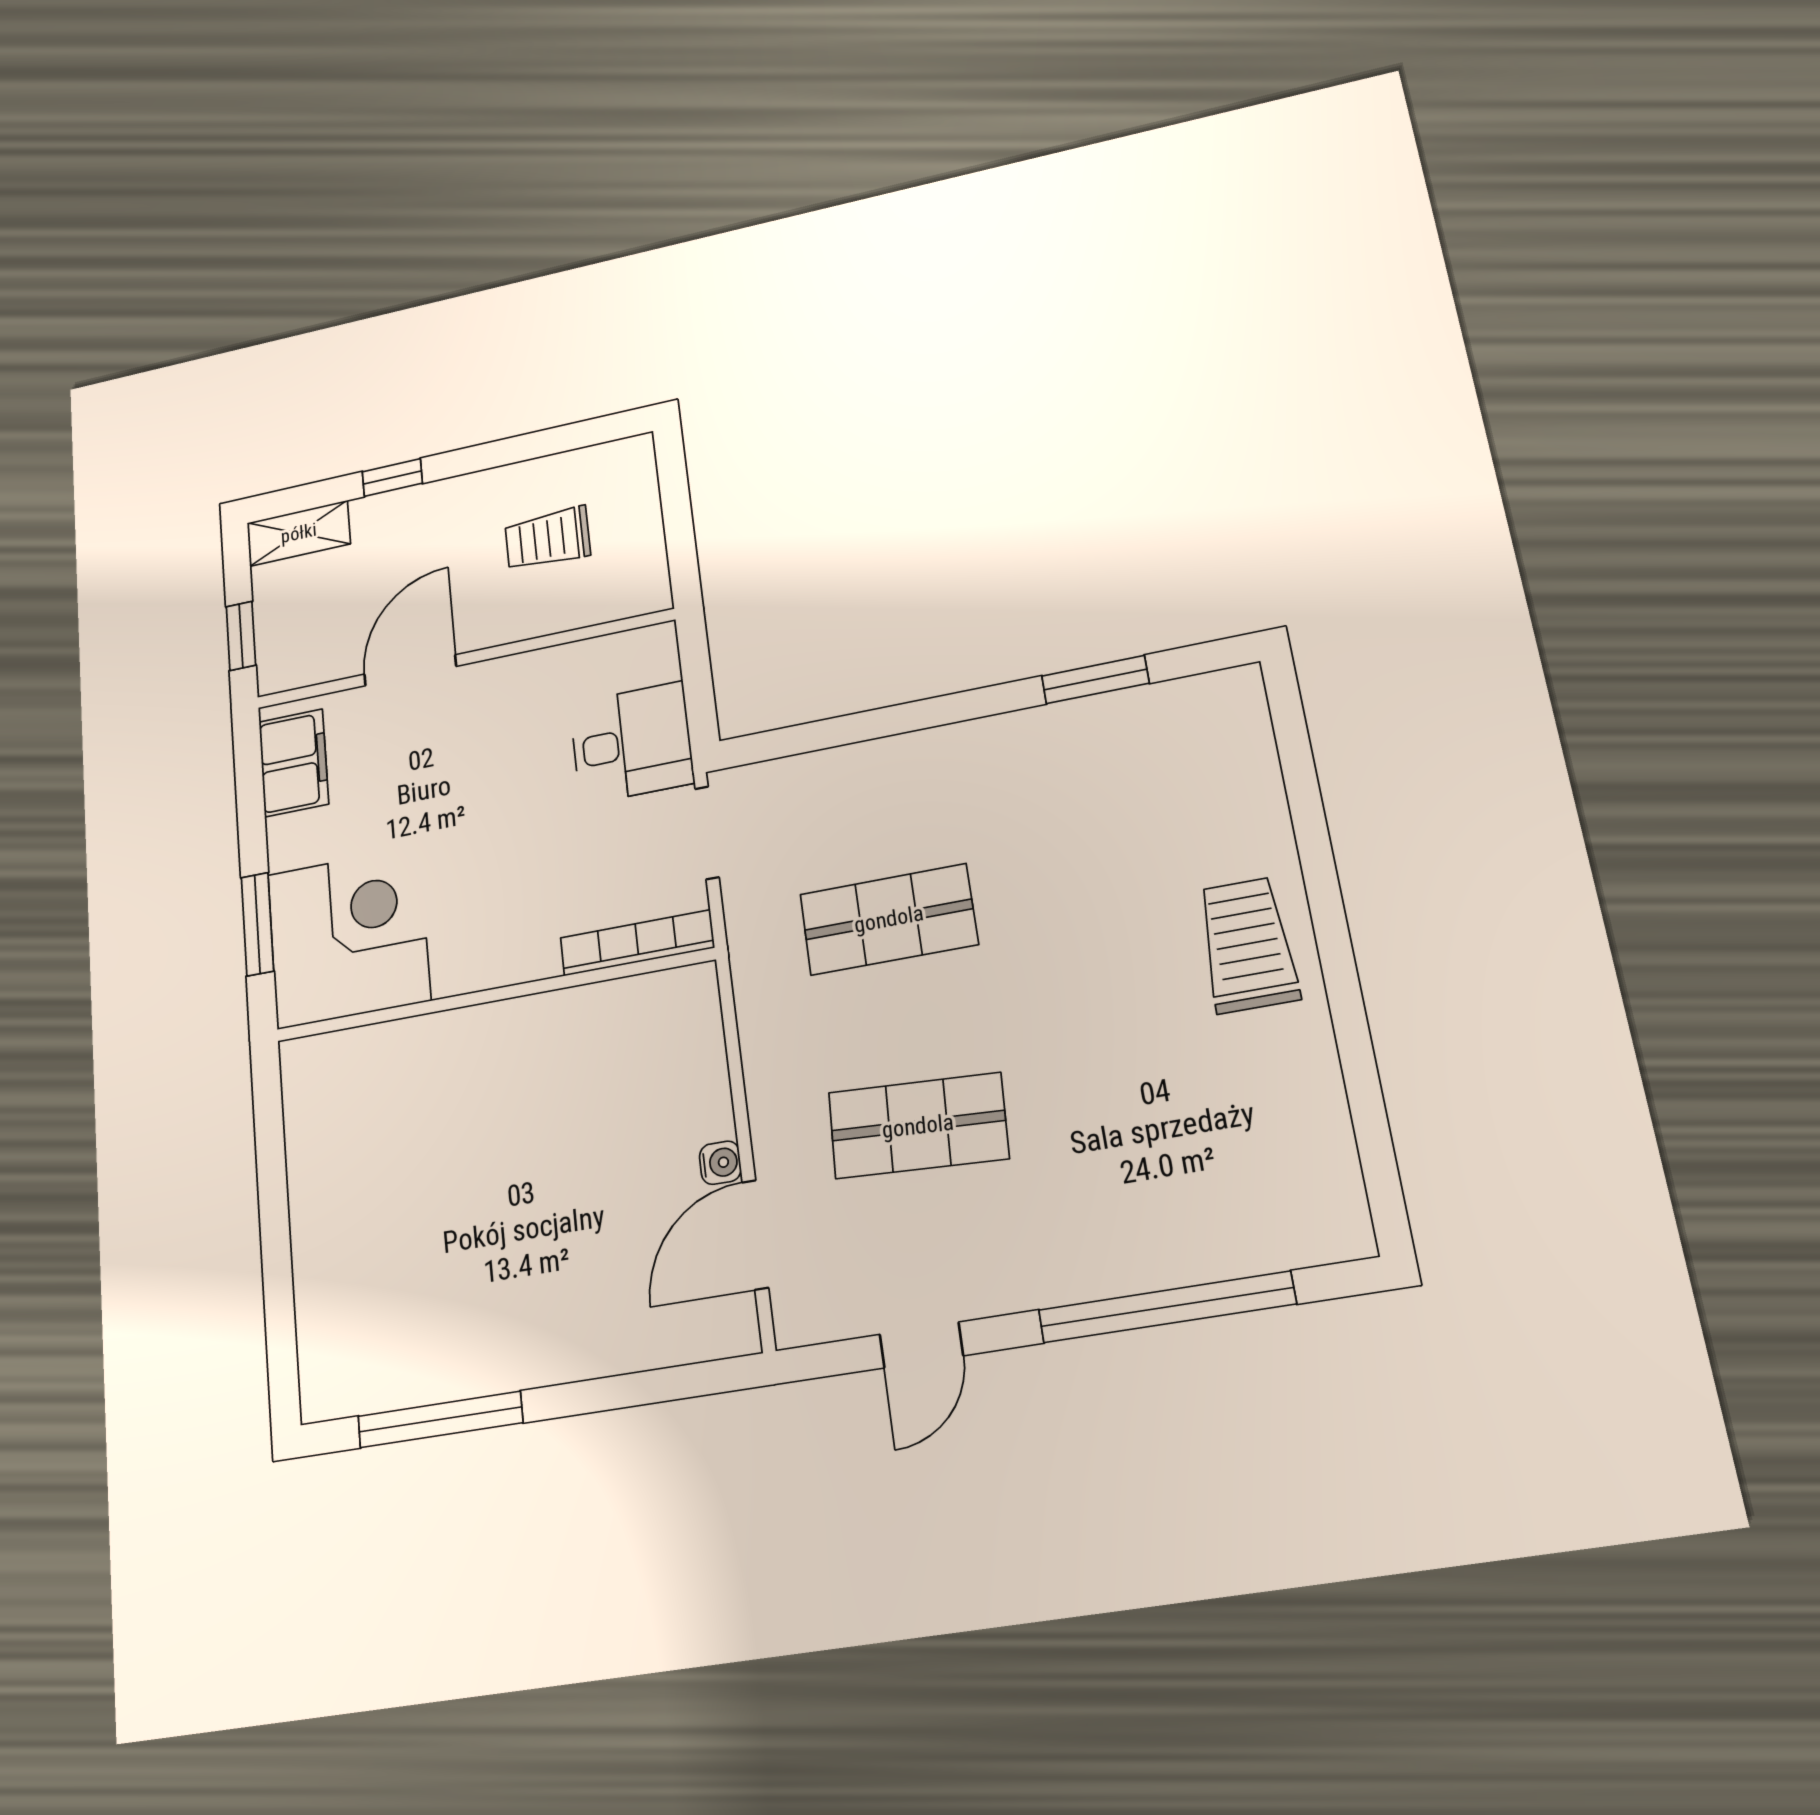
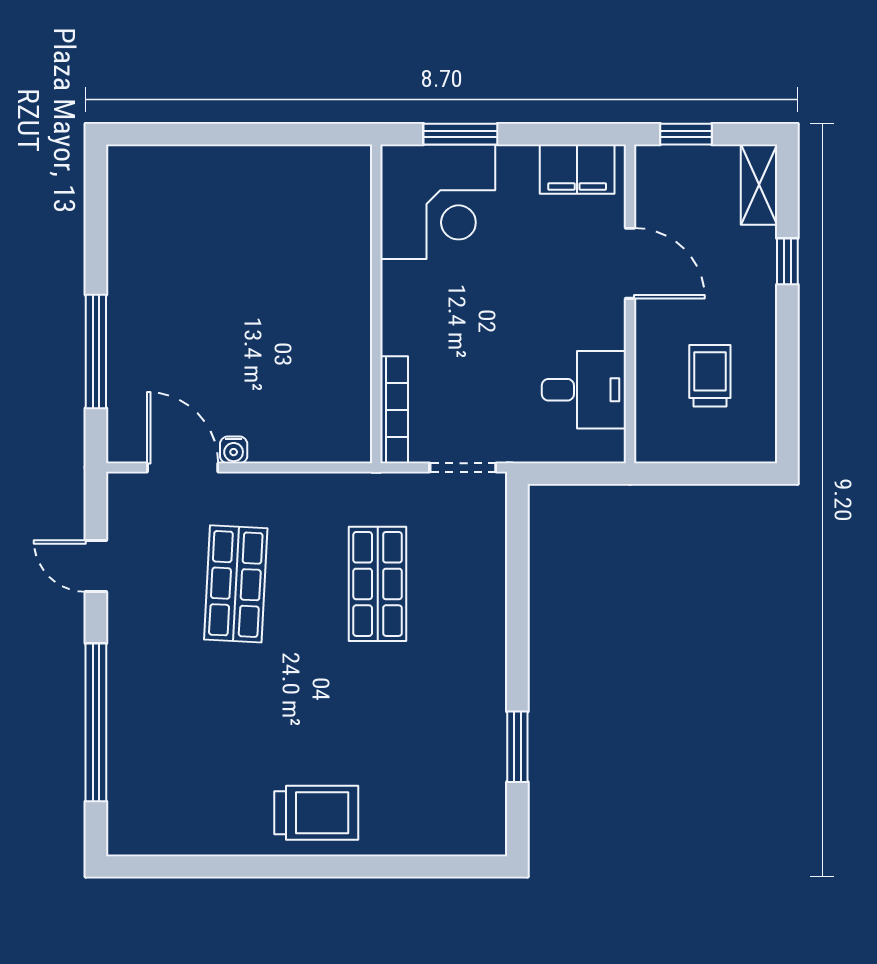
desk: (632, 743) -> (584, 390), moved, turned -90
window: (440, 1419) -> (96, 352), moved

